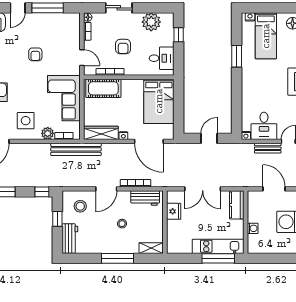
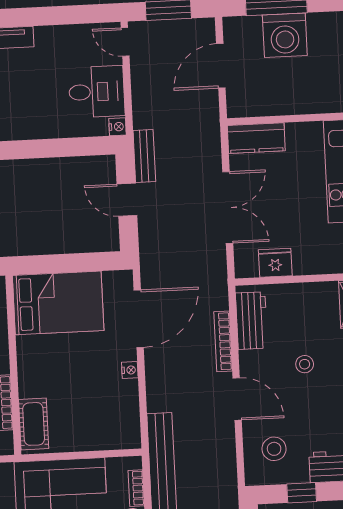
cot: (103, 88) -> (34, 424), width x0.73, depth x0.75
wardrobe: (101, 133) -> (127, 415), removed
bench: (268, 148) -> (144, 156), moved
washing machine: (253, 228) -> (301, 104), removed

